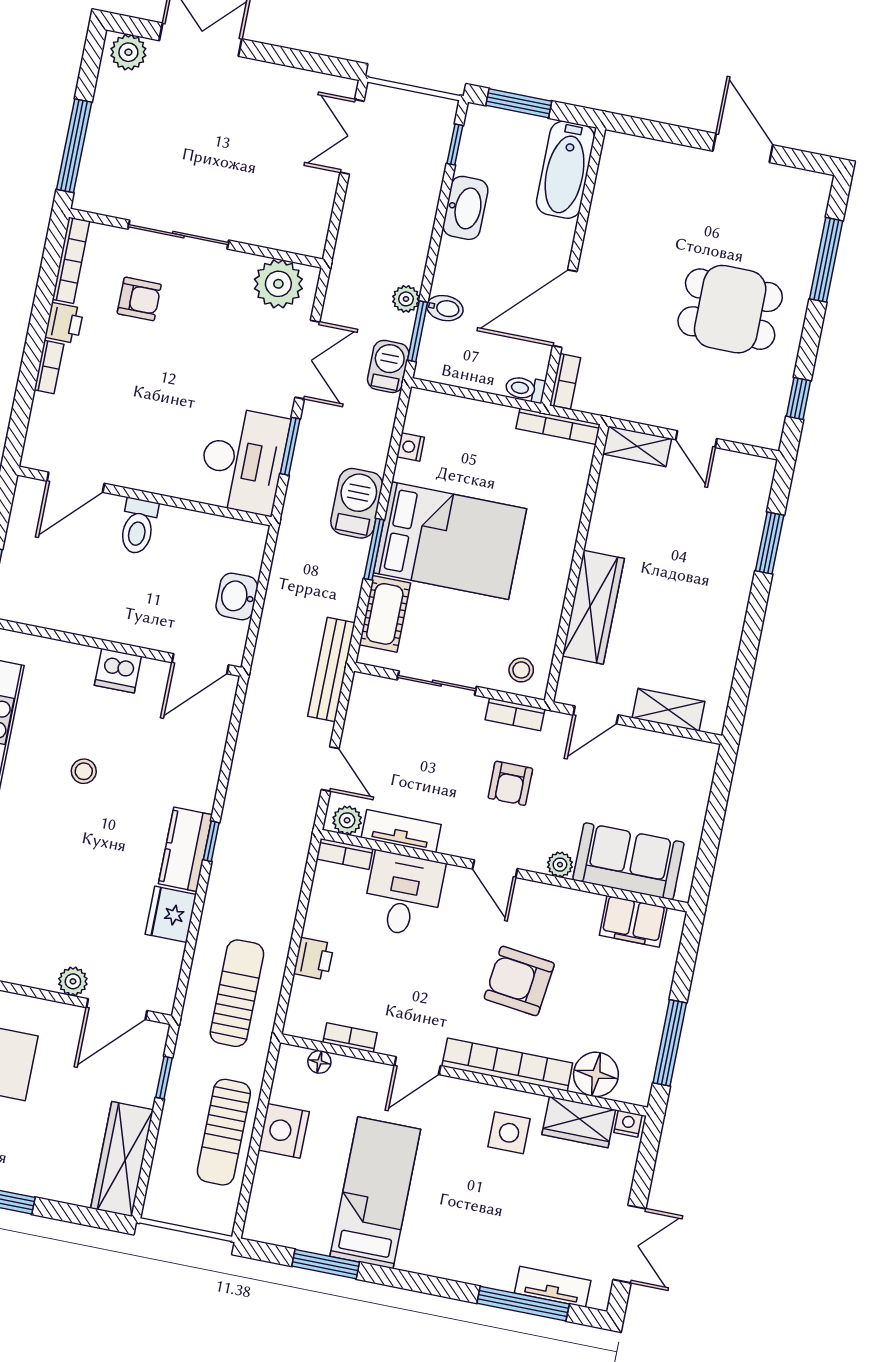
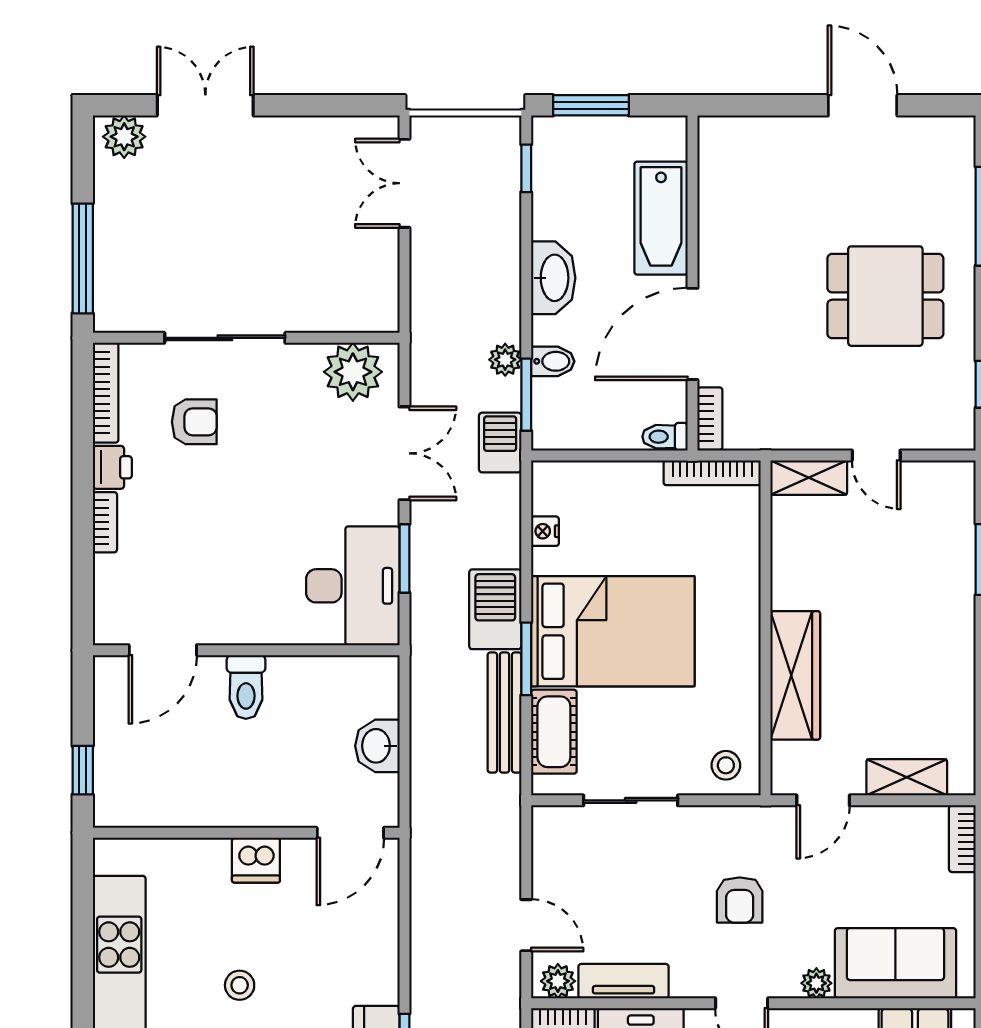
bathtub: (565, 170) -> (661, 218), moved
washbasin: (465, 208) -> (553, 278), moved
bench: (331, 670) -> (504, 713), moved
bookcase: (515, 714) -> (962, 839), moved, turned 90

